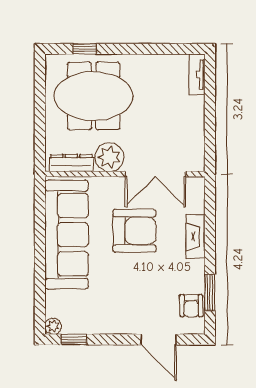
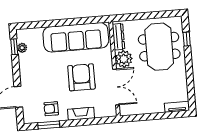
double door: (155, 174) -> (116, 87), swing flipped
armchair: (134, 231) -> (81, 77), turned 180
armchair: (191, 306) -> (51, 109), moved
plant: (53, 326) -> (22, 48), moved

